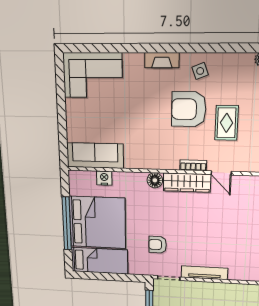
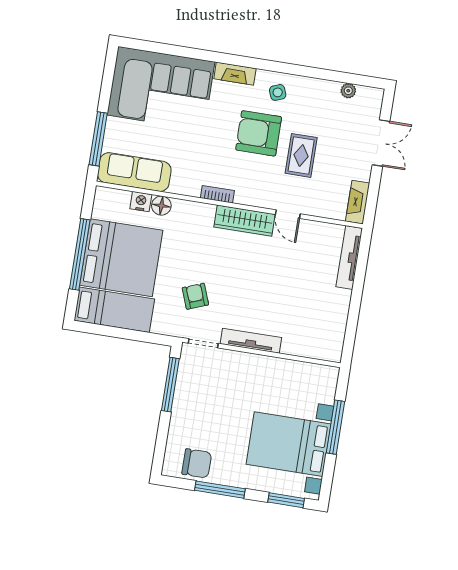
corner sofa: (93, 75) -> (161, 88), width x1.36, depth x1.36
window: (63, 133) -> (98, 139), added
bookcase: (193, 165) -> (217, 194), moved
floor lamp: (155, 180) -> (161, 206), moved
armchair: (158, 245) -> (195, 296), turned 69

